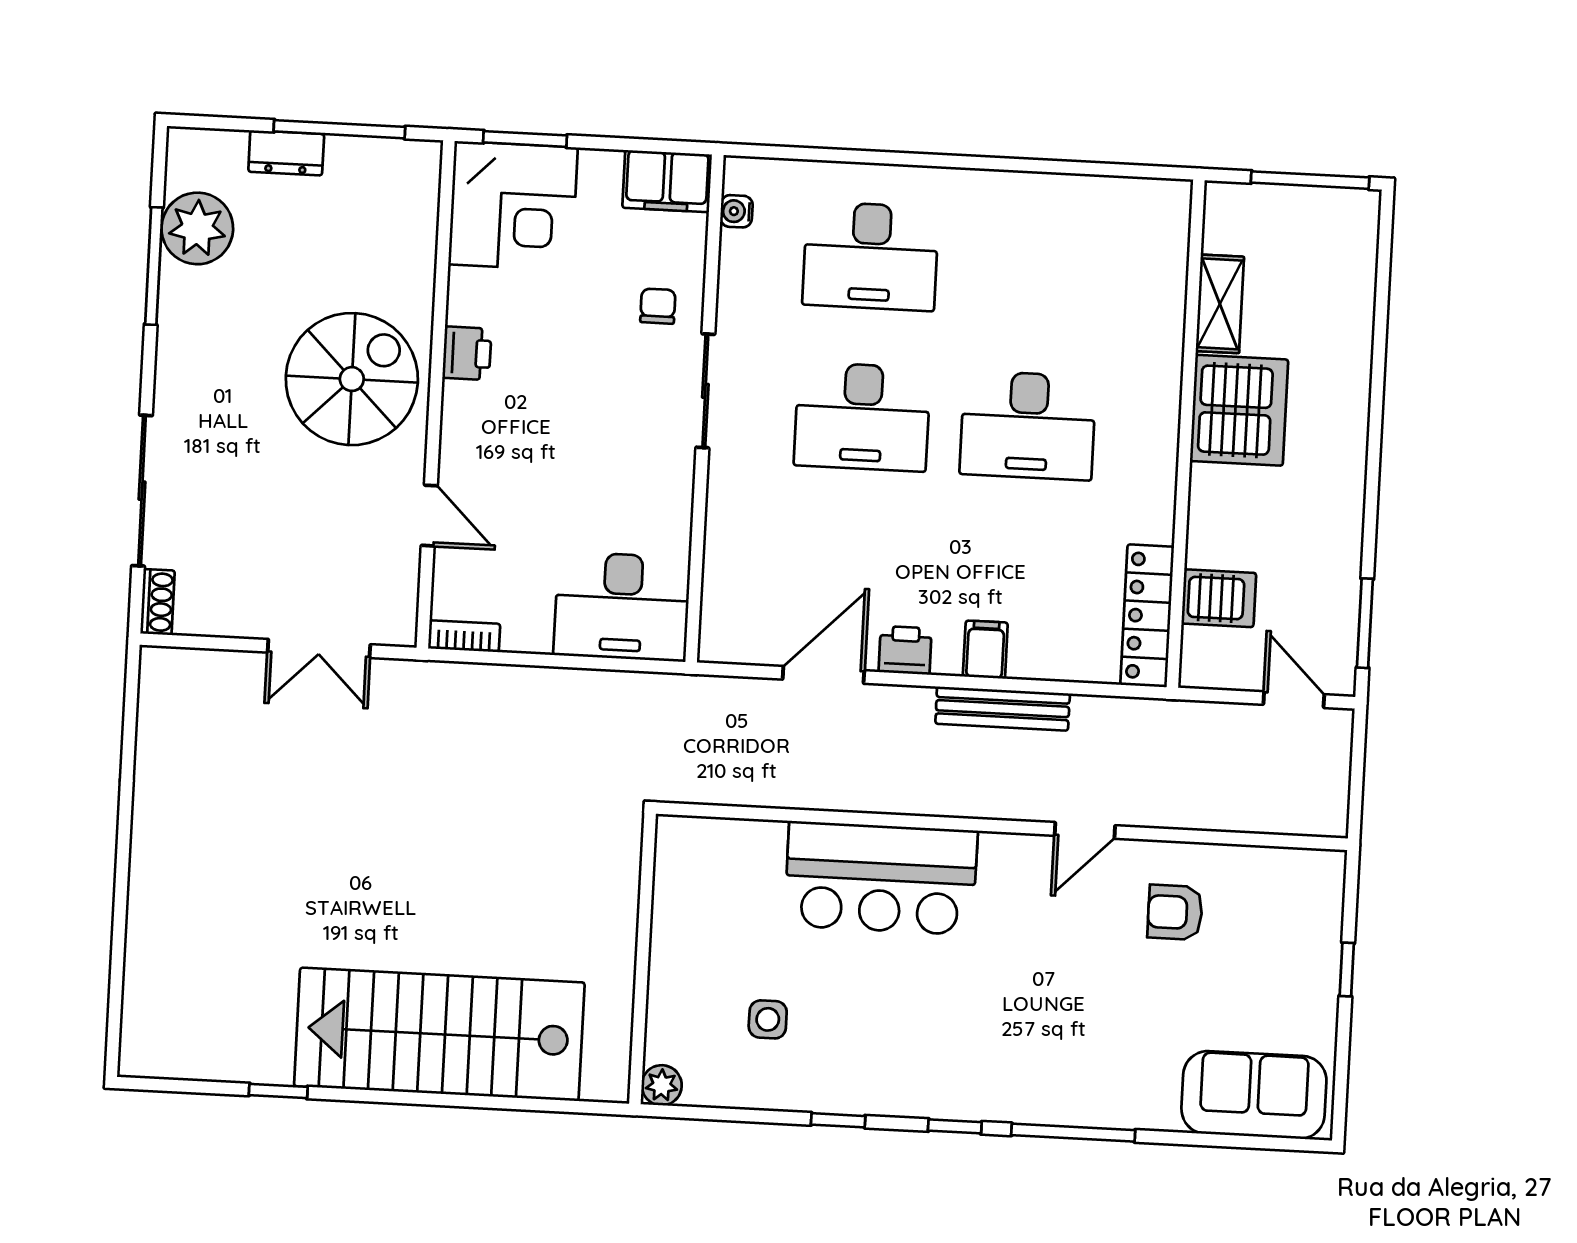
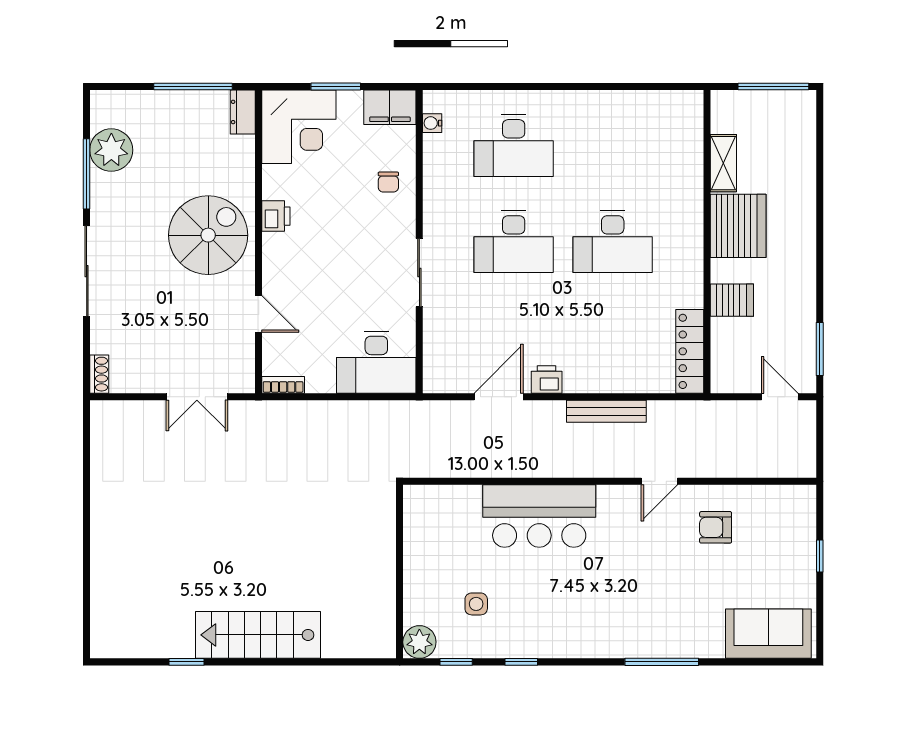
window: (525, 139) -> (336, 86), moved
dresser: (286, 153) -> (243, 112), moved, turned 90
chair: (658, 306) -> (388, 182), turned 180
sliding door: (705, 391) -> (419, 273), moved
sliding door: (142, 491) -> (87, 271), moved
server rack: (1219, 598) -> (732, 300), moved
filing cabinet: (985, 650) -> (594, 377), removed
stairs: (439, 1034) -> (258, 635), width x0.73, depth x0.66
plant: (662, 1085) -> (419, 642), width x1.38, depth x1.38
window: (955, 1126) -> (456, 662), moved

